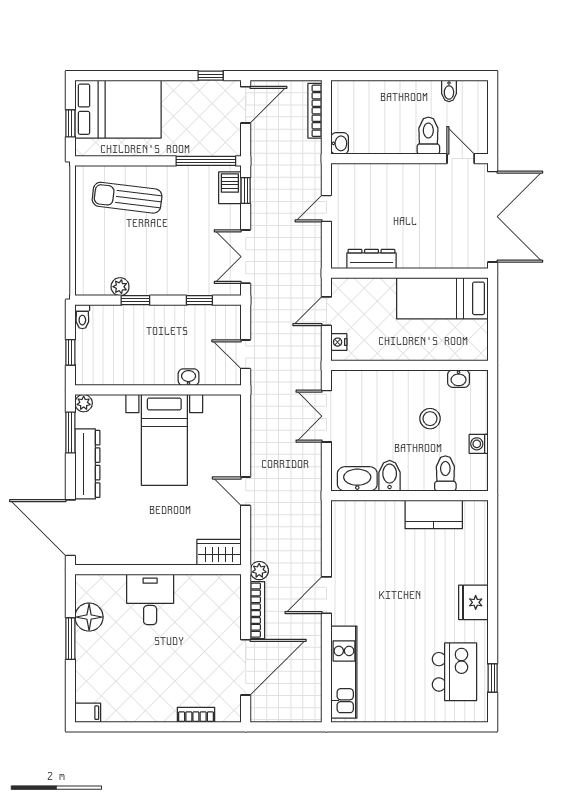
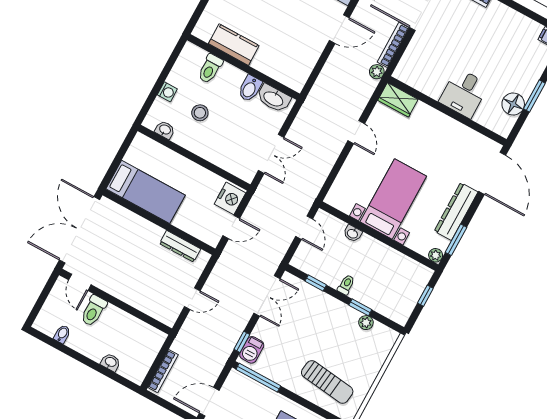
washbasin: (340, 143) -> (111, 362), moved, turned 90
toilet: (82, 317) -> (346, 285), moved
nightstand: (339, 342) -> (230, 198), width x1.89, depth x1.79
washing machine: (479, 444) -> (167, 92), moved

